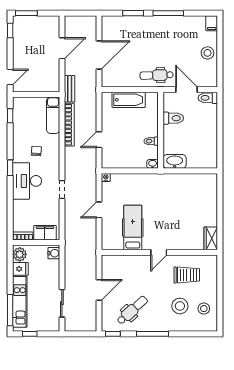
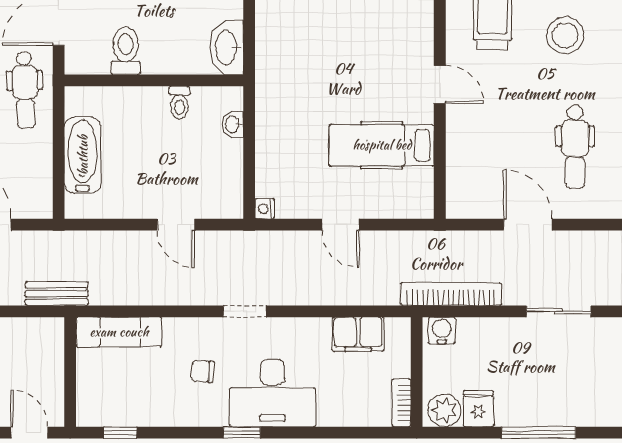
bookcase: (69, 125) -> (451, 294), moved
washbasin: (153, 164) -> (233, 124), moved
doorway: (62, 190) -> (245, 311), moved
filing cabinet: (45, 233) -> (358, 334), moved, turned -90
kitchen unit: (20, 302) -> (555, 410), removed
window: (10, 310) -> (539, 433), moved
dental chair: (132, 310) -> (575, 147), turned -138

